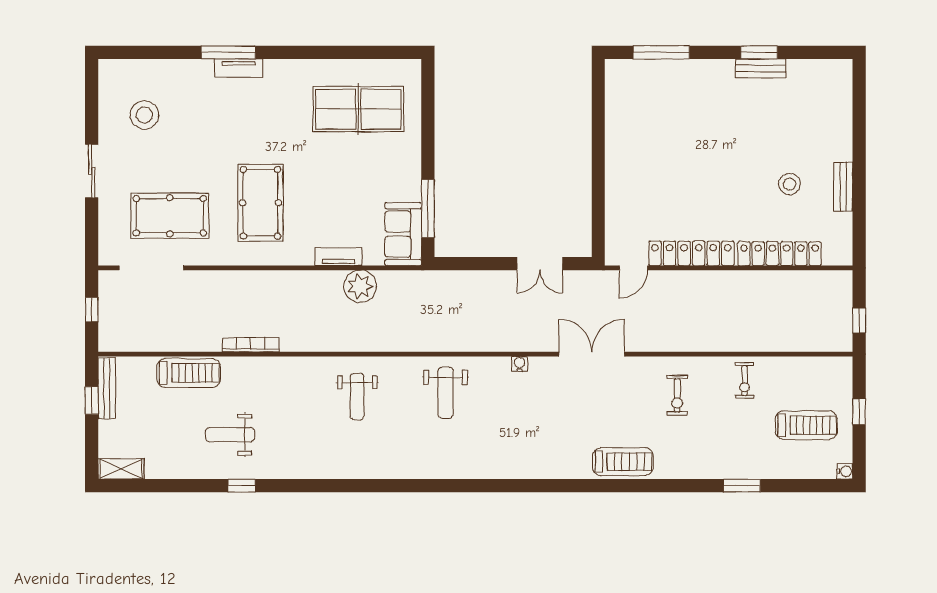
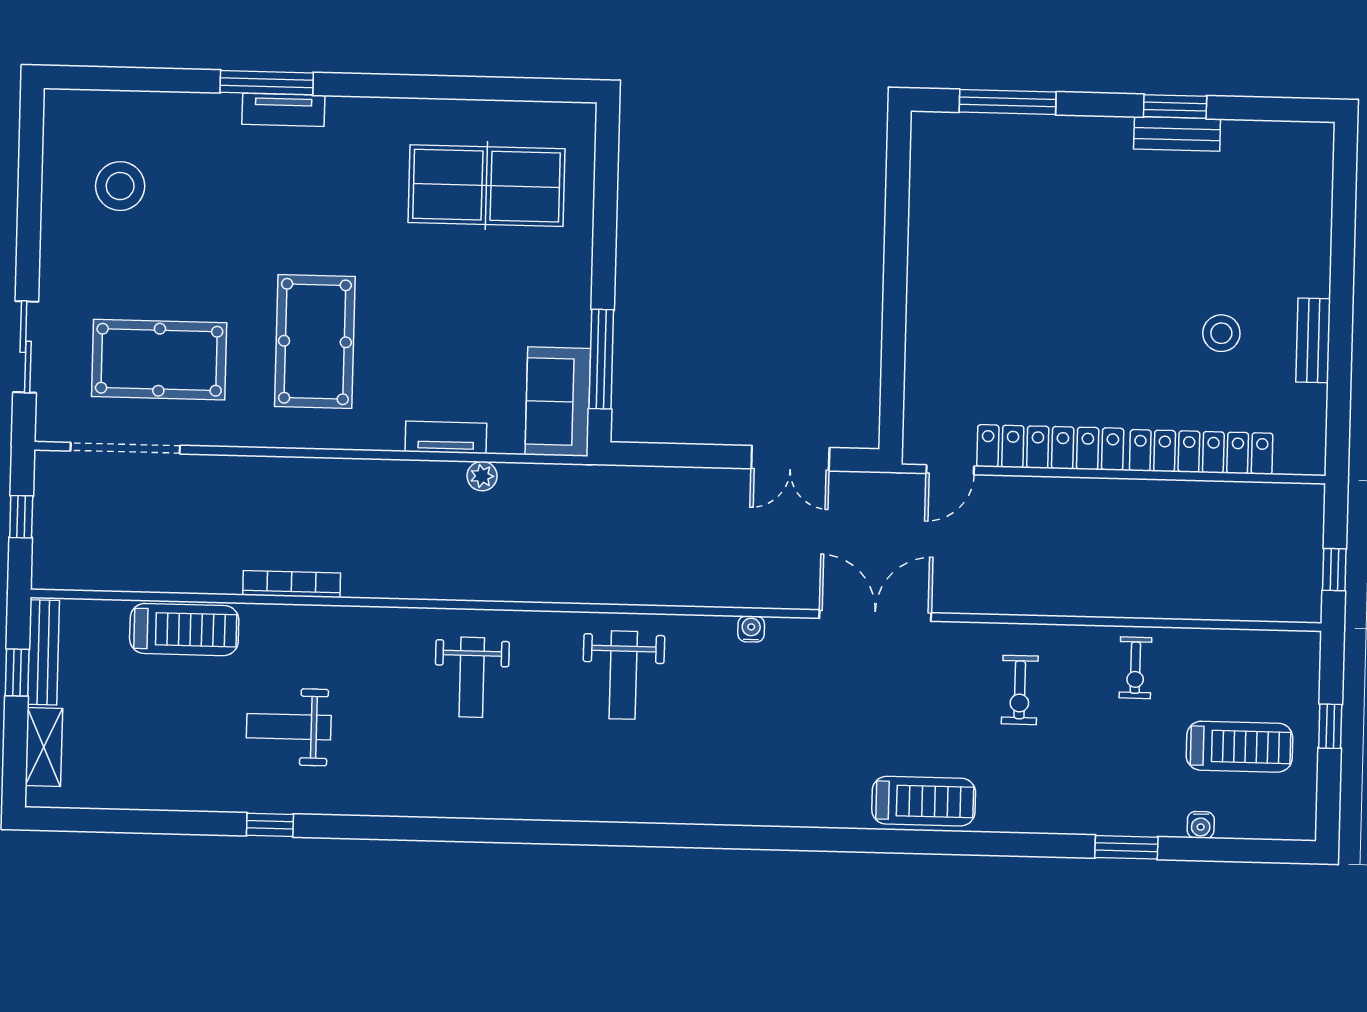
sliding door: (92, 171) -> (26, 347), moved
plant: (360, 286) -> (482, 476), width x0.53, depth x0.53
weight bench: (230, 435) -> (289, 727), moved
shelving: (121, 469) -> (44, 747), moved, turned 90
water cooler: (845, 471) -> (1201, 825), moved, turned 90

